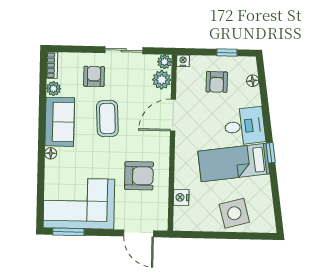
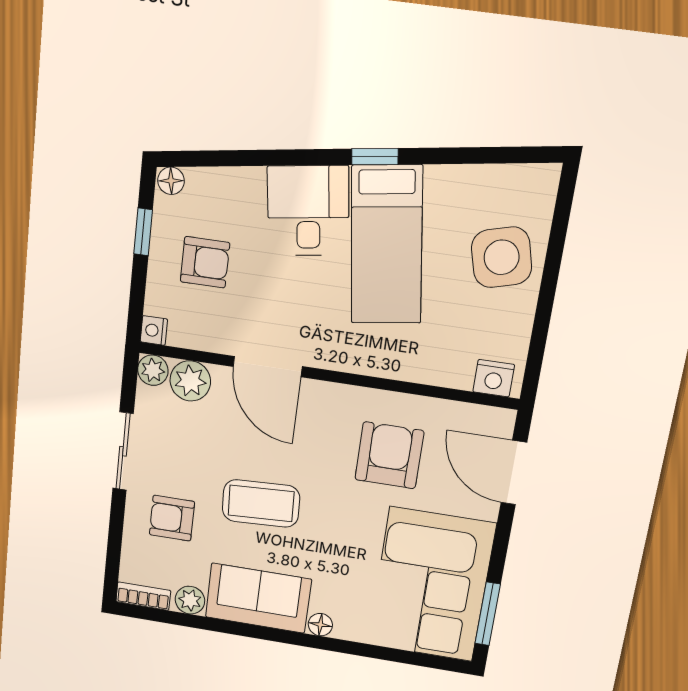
floor lamp: (253, 81) -> (171, 181), moved
nightstand: (181, 197) -> (494, 378), moved
door: (139, 233) -> (514, 473), swing flipped

